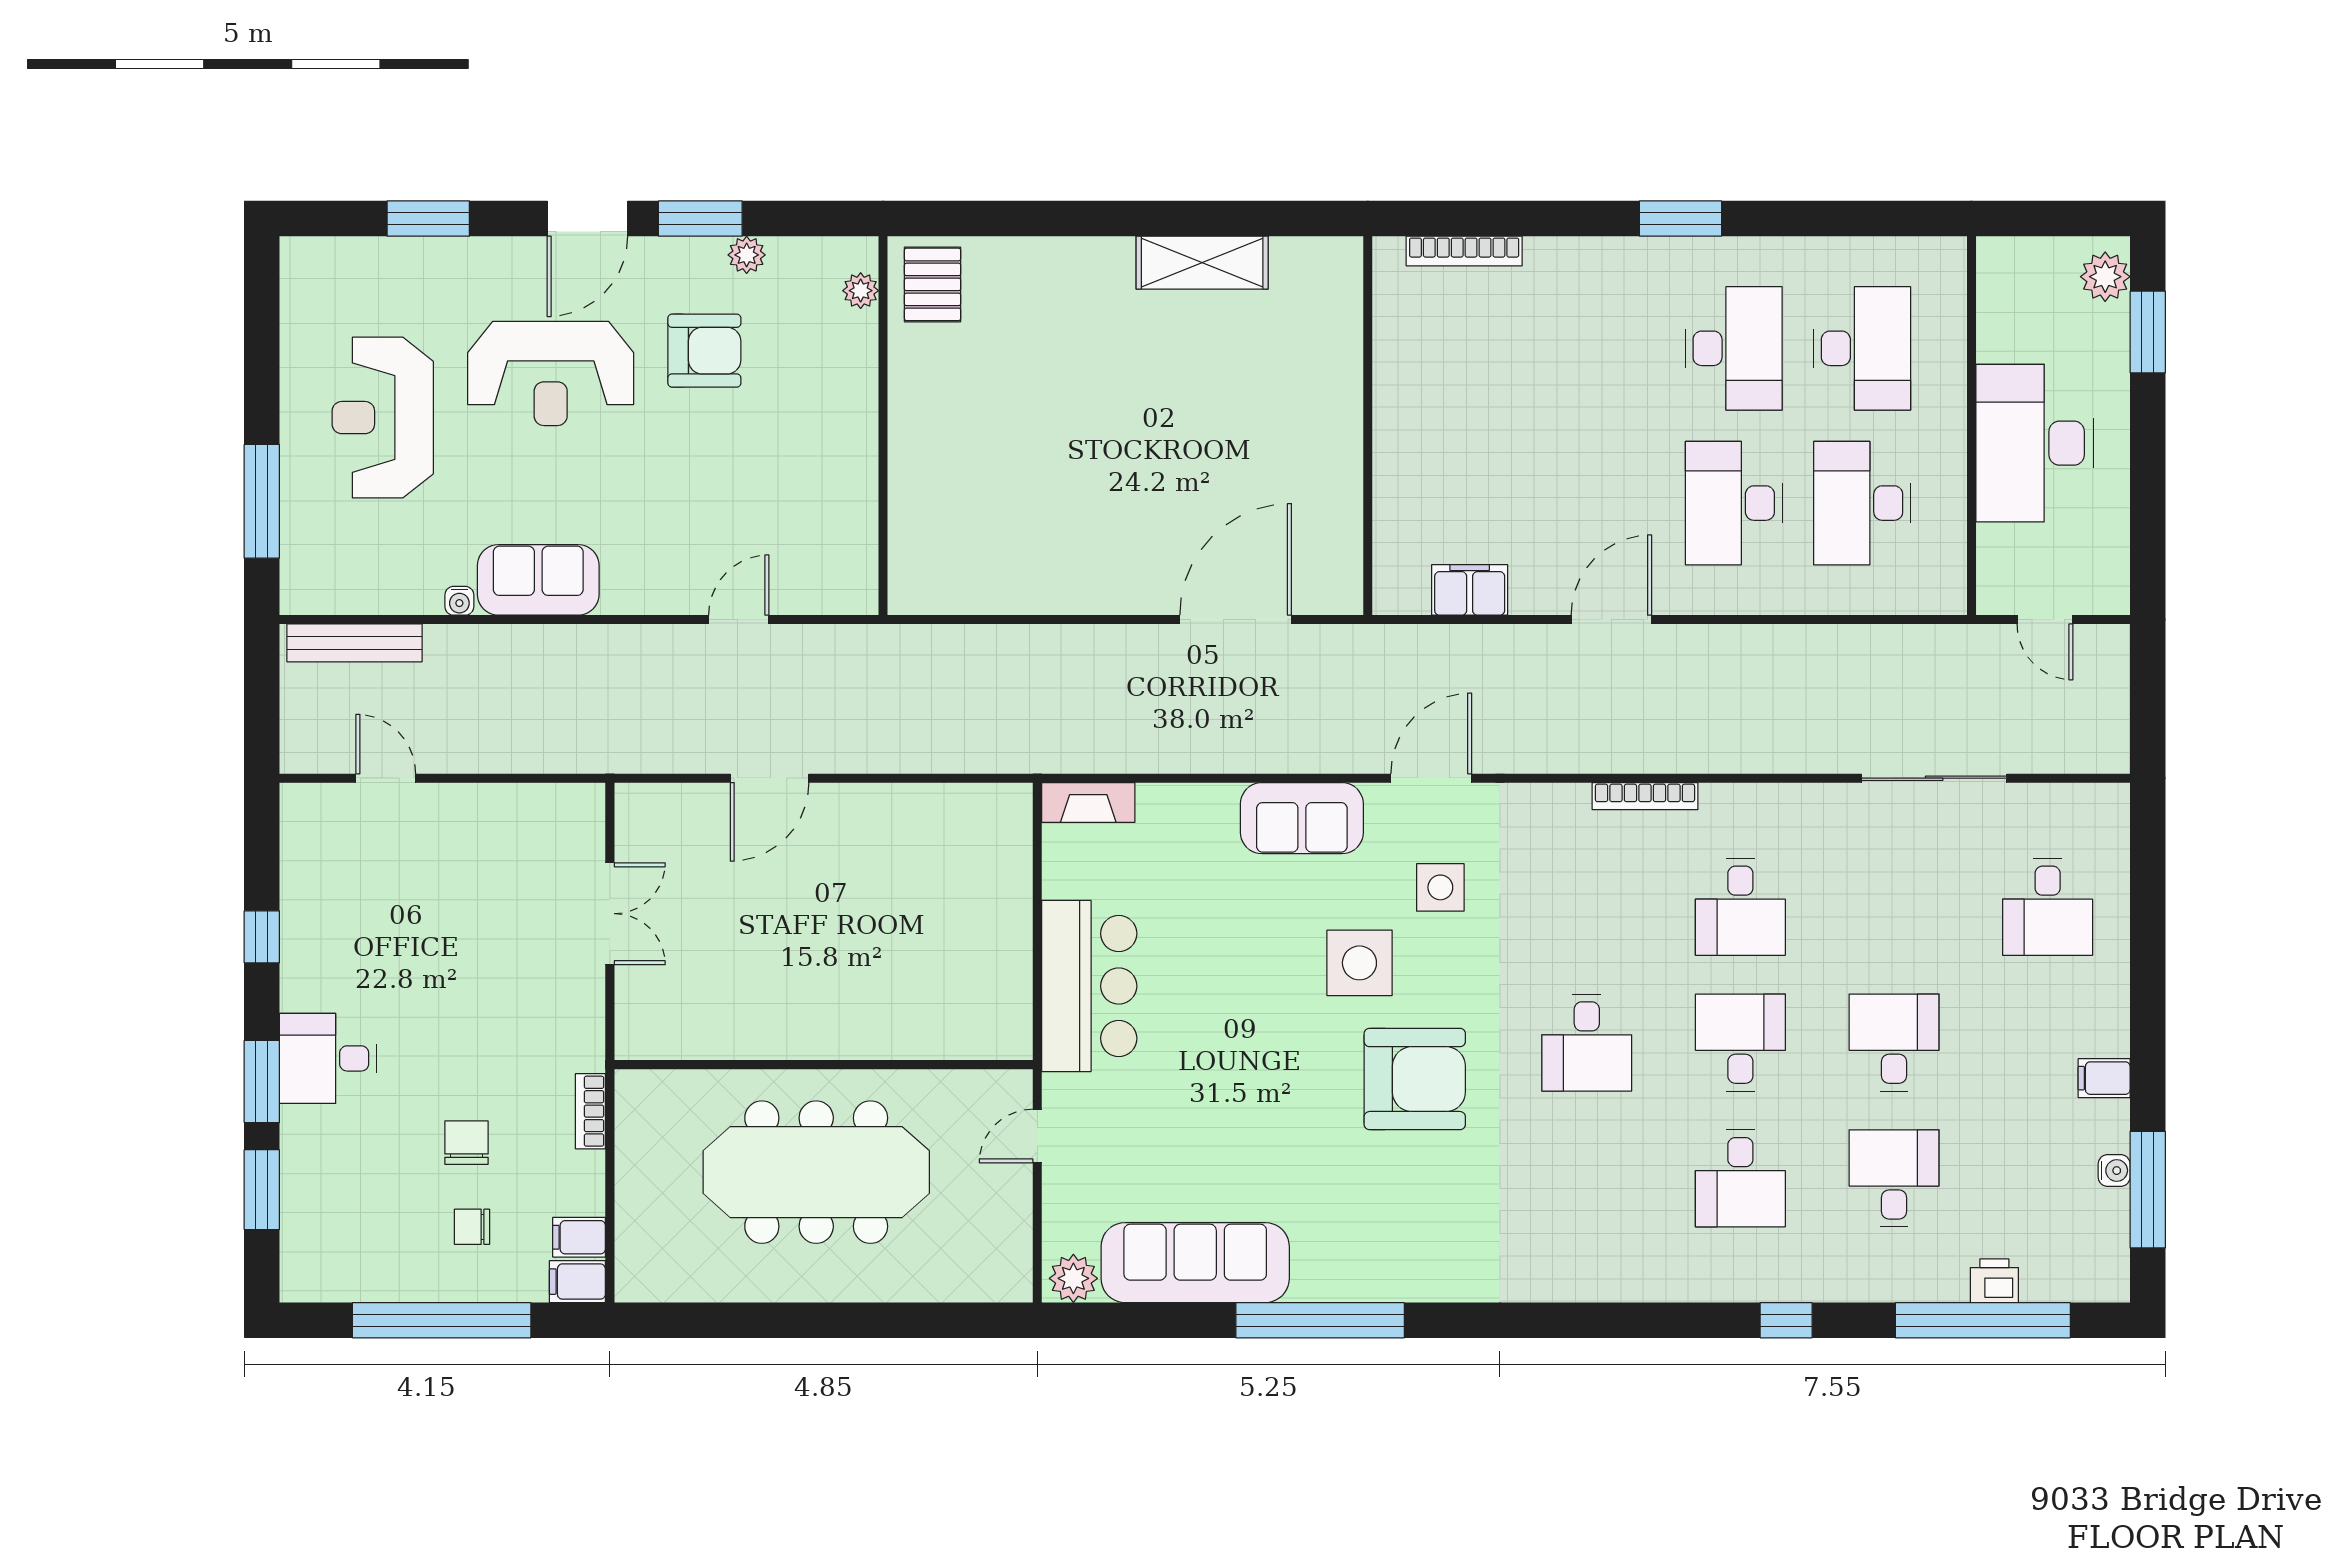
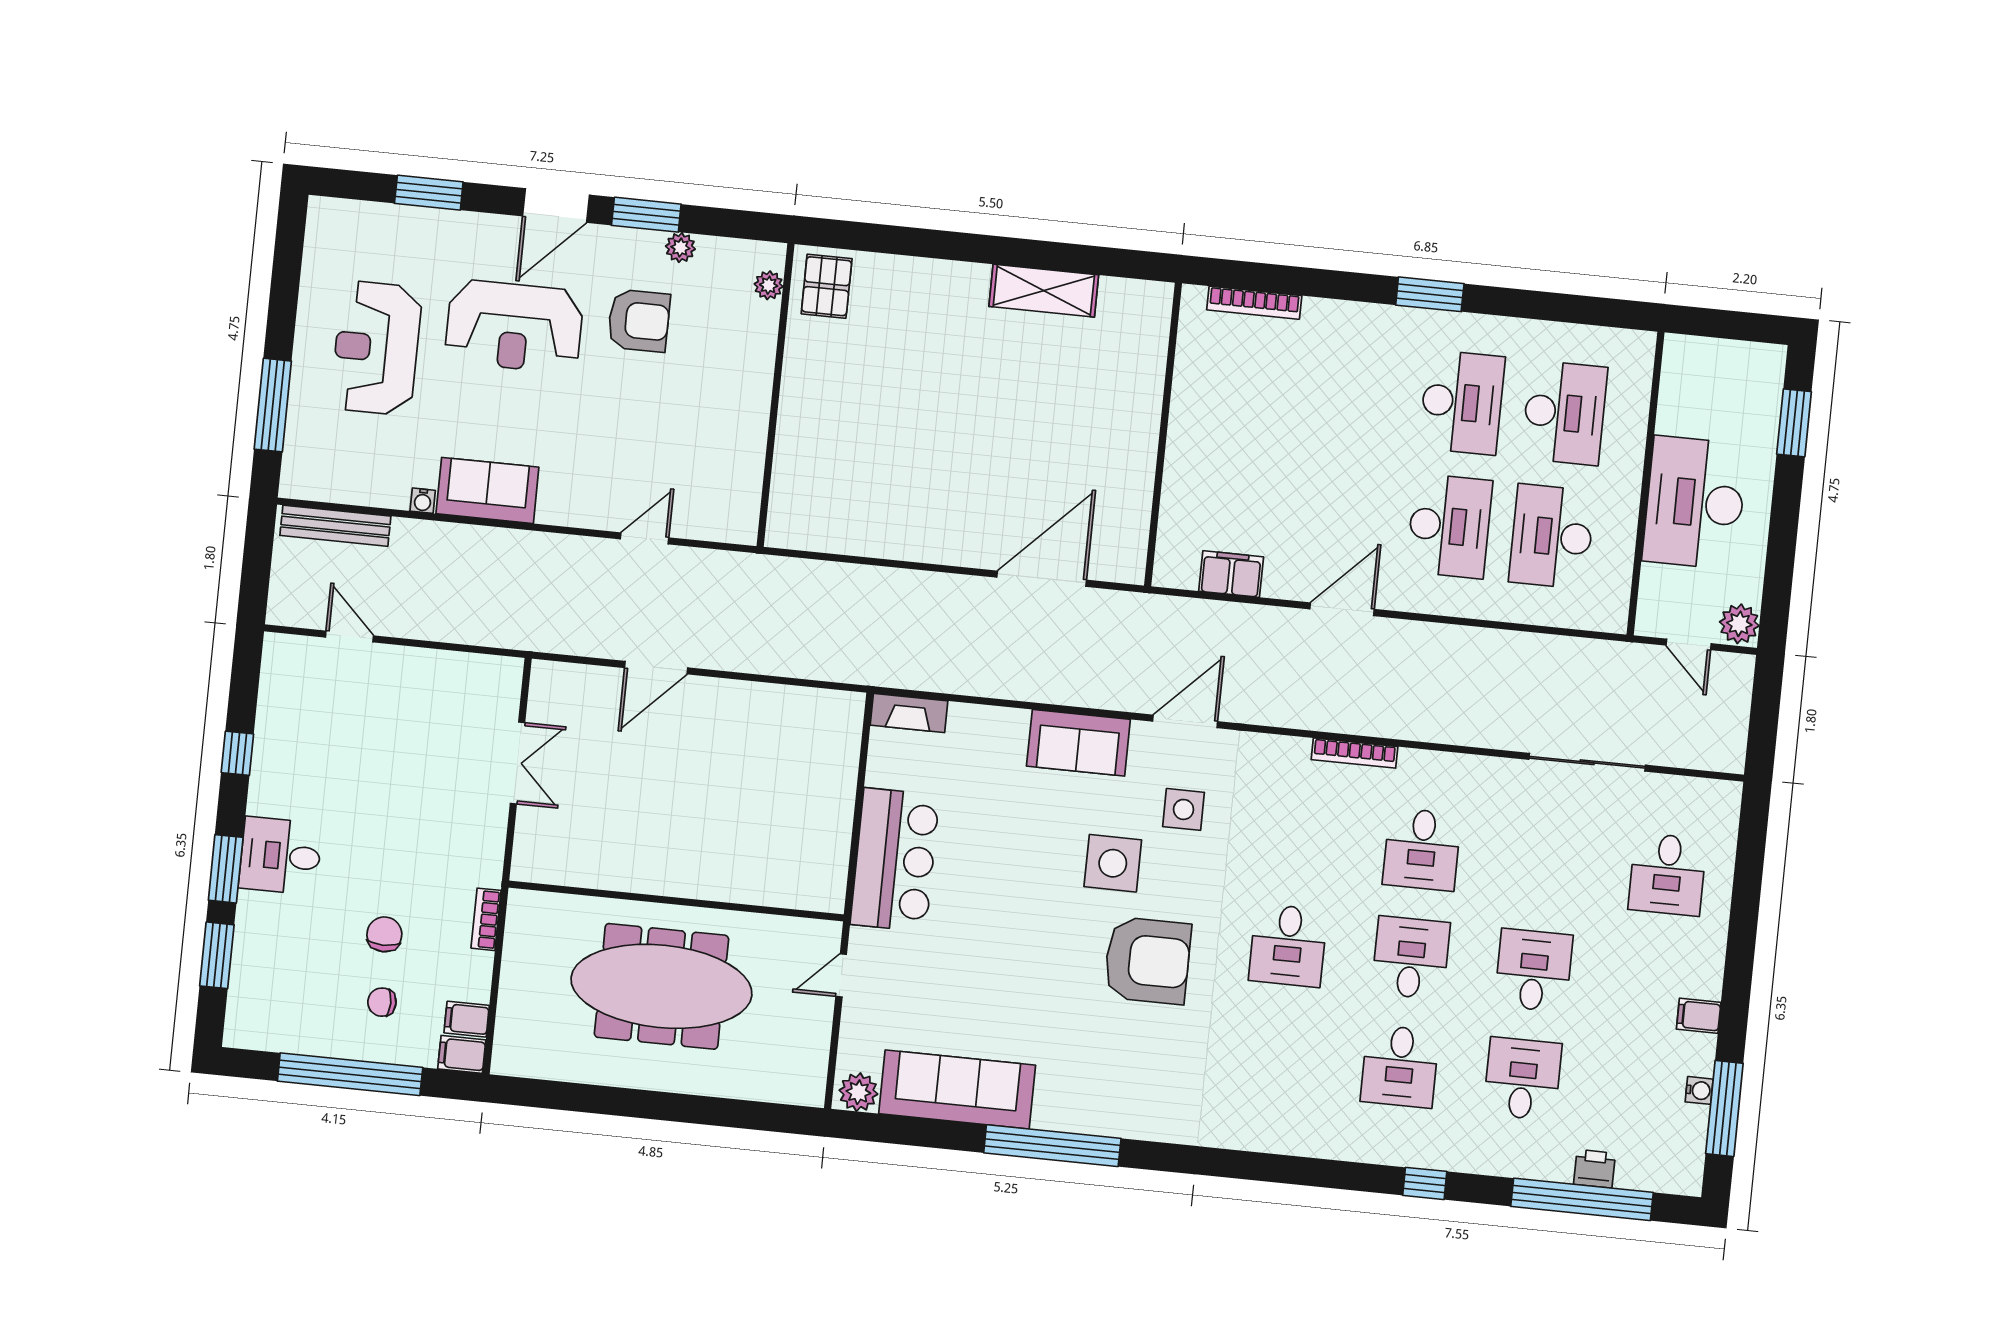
plant: (2105, 277) -> (1739, 624), moved
desk: (1734, 503) -> (1449, 526), turned 180

